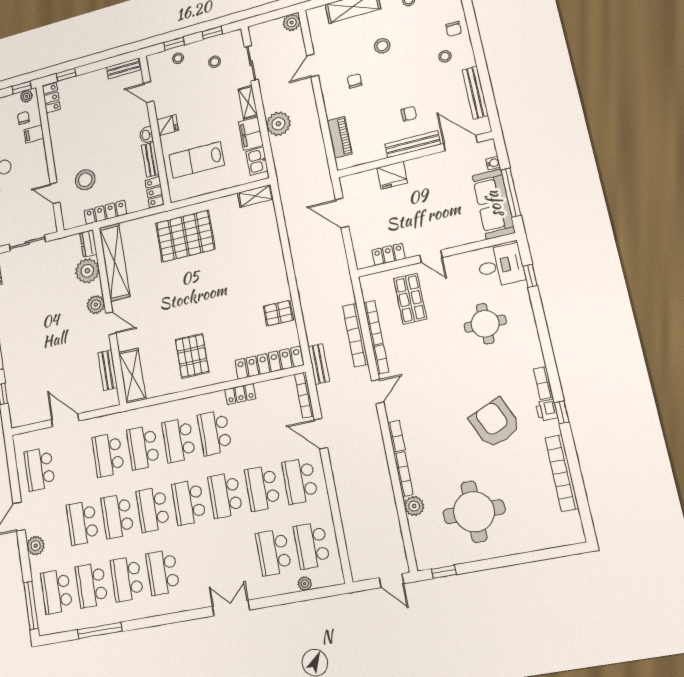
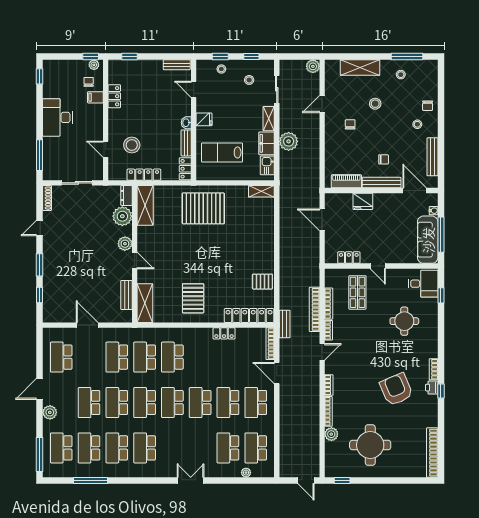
locker: (51, 98) -> (114, 96), moved
piano: (340, 137) -> (346, 181), moved, turned -90
shelving: (115, 262) -> (145, 205), width x0.68
school desk: (215, 433) -> (200, 357), removed
bookcase: (562, 473) -> (432, 453), moved

